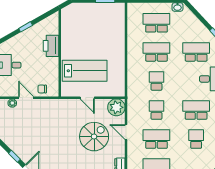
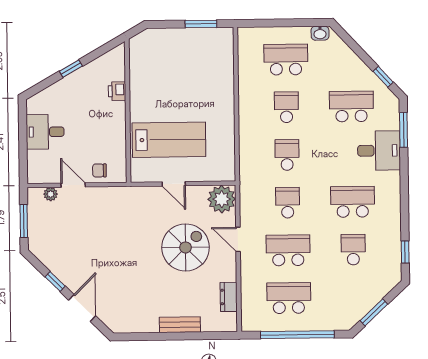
printer: (51, 46) -> (117, 91), width x0.53, depth x0.68
school desk: (156, 52) -> (286, 107), width x0.54

